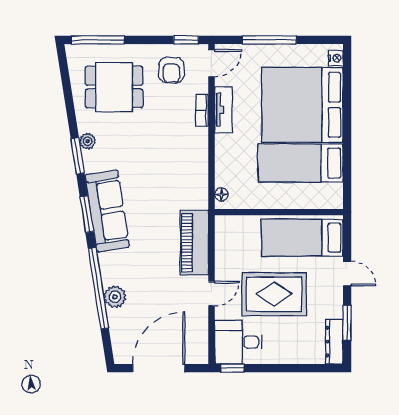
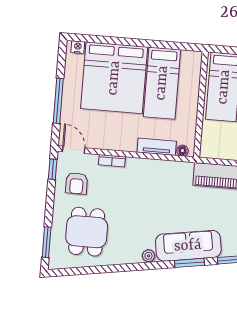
window: (98, 40) -> (47, 242), width x0.69
armchair: (171, 70) -> (77, 183), turned 90
tv unit: (223, 110) -> (157, 147), moved
plant: (88, 141) -> (149, 256), moved
window: (78, 156) -> (141, 266), removed

